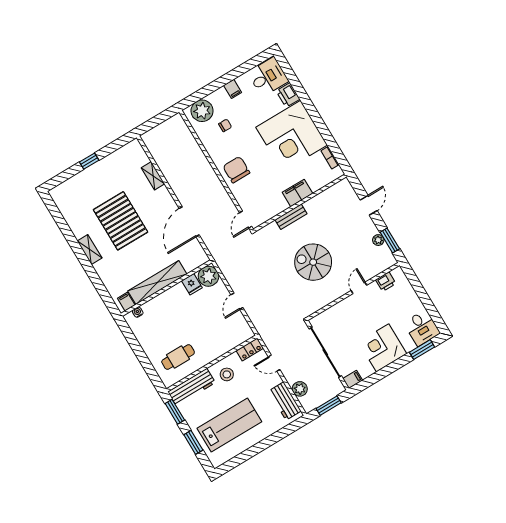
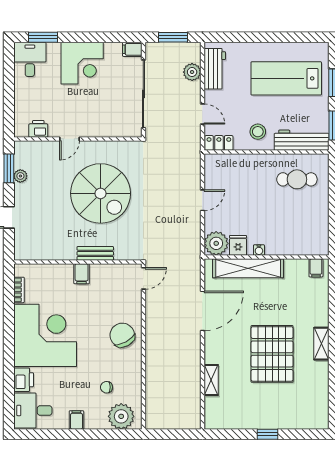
chair: (236, 170) -> (122, 335), turned 151
filing cabinet: (298, 193) -> (82, 274), width x0.50
spiral stairs: (313, 262) -> (101, 193), width x1.37, depth x1.37
shelving: (157, 282) -> (248, 268), moved
water cooler: (138, 312) -> (259, 250), moved

